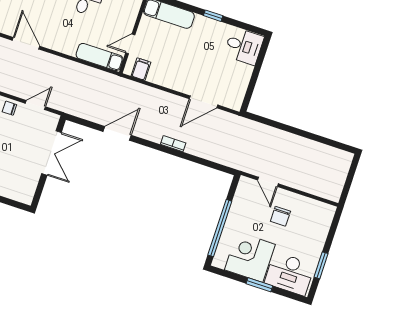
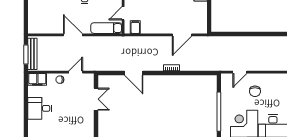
door: (26, 43) -> (73, 35), moved
door: (117, 133) -> (134, 73), swing flipped
double door: (52, 153) -> (96, 99), width x0.73
door: (268, 182) -> (240, 72), hinge flipped

